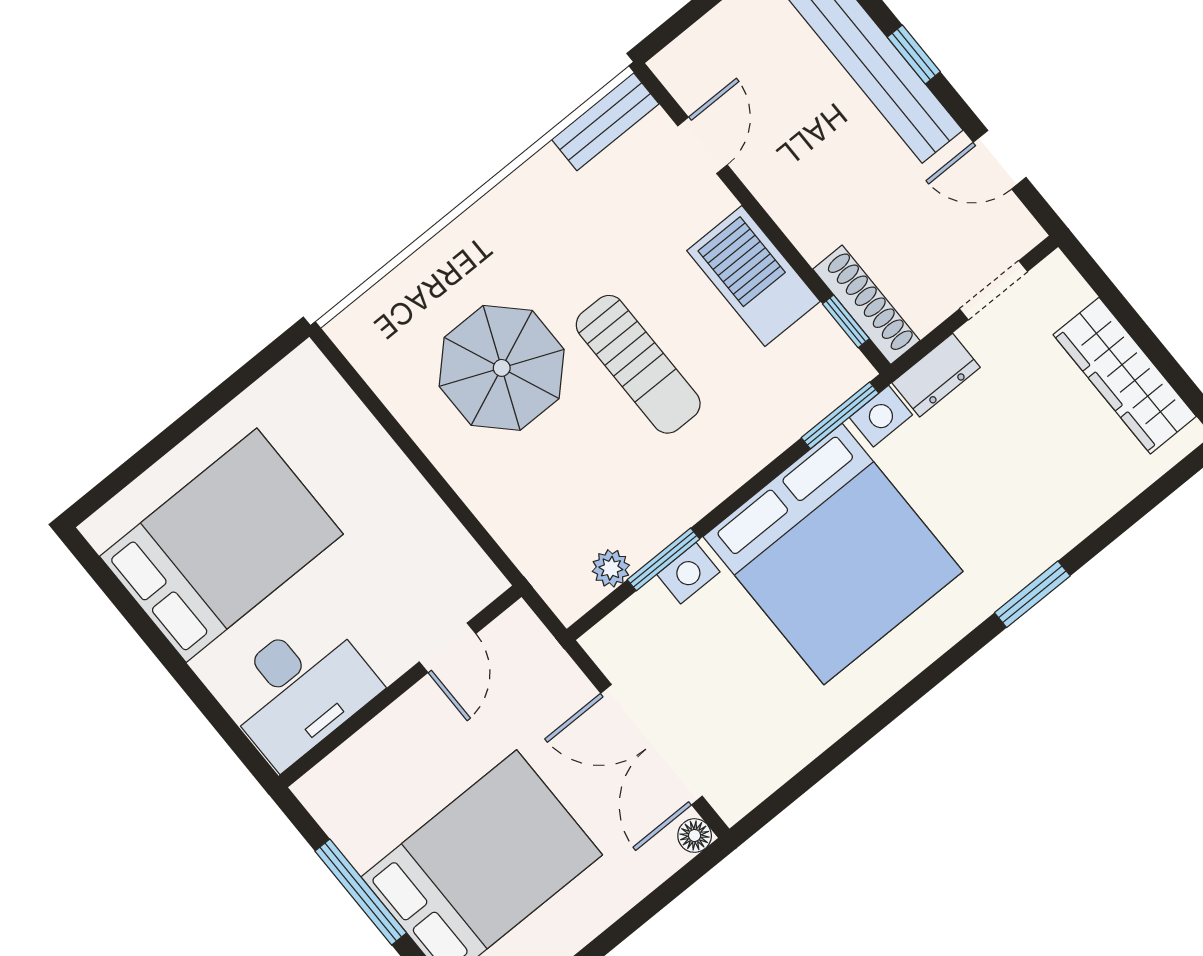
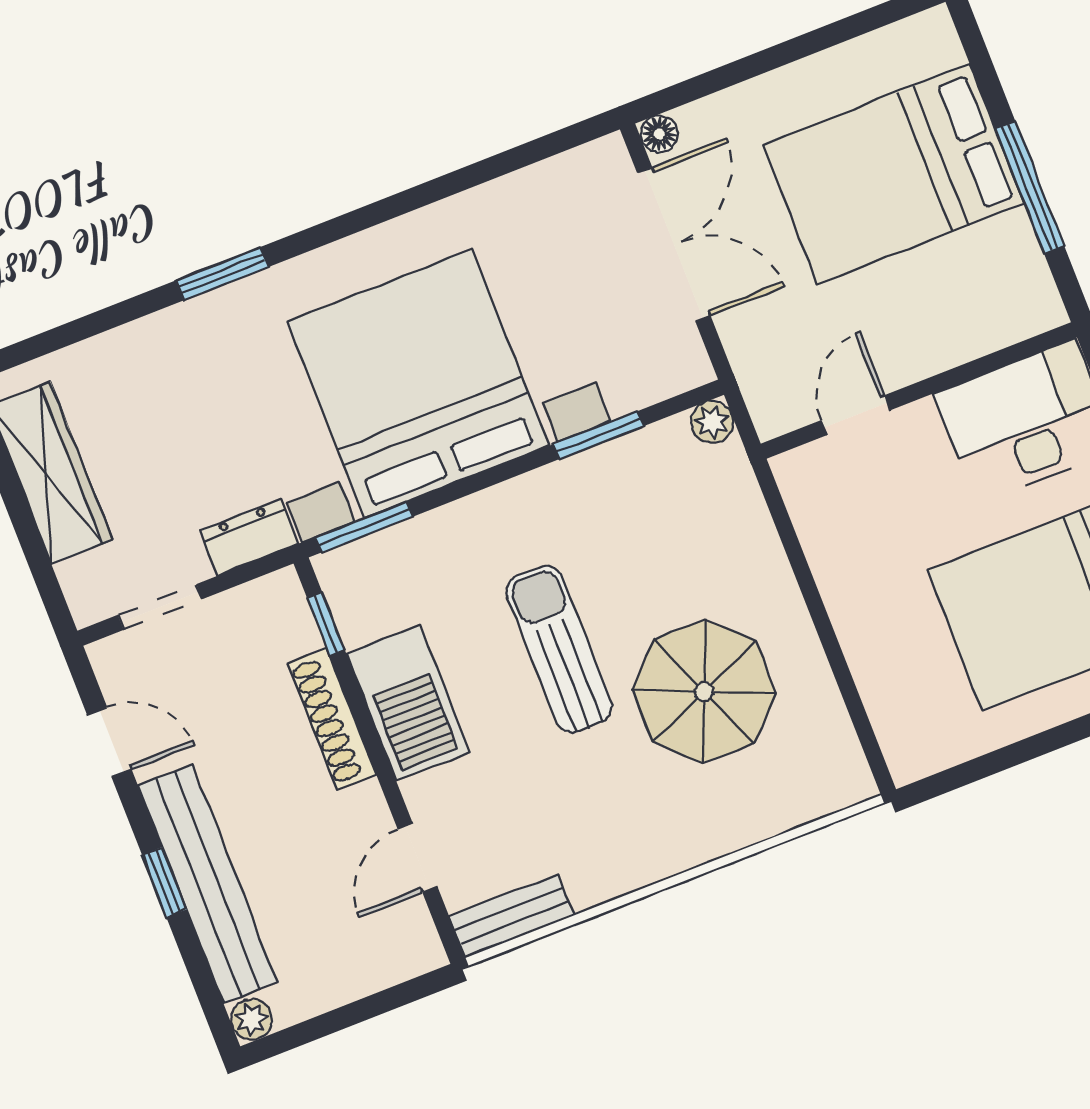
shoe rack: (866, 305) -> (332, 719), moved
plant: (611, 568) -> (712, 422), moved

